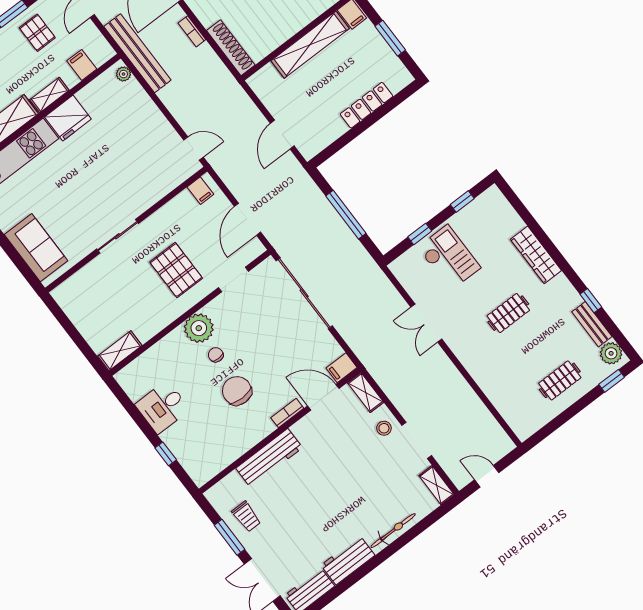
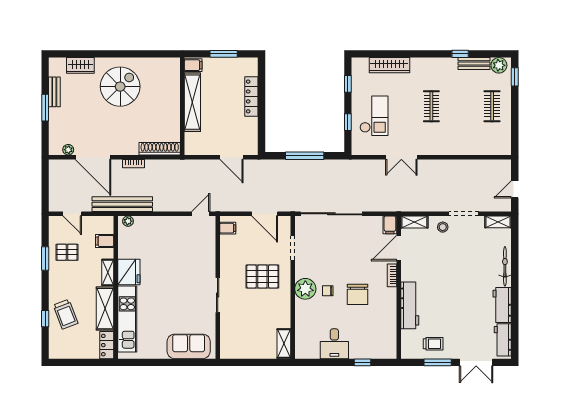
wardrobe: (536, 255) -> (389, 65), moved
checkout: (449, 258) -> (374, 116), turned 90
chair: (237, 391) -> (358, 294), turned -90

